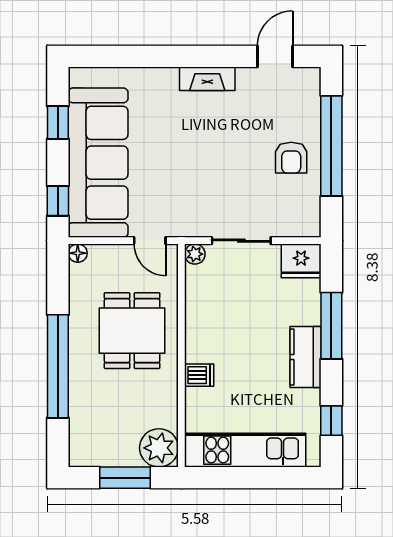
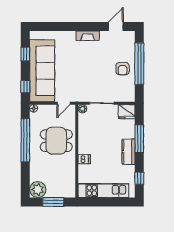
door: (150, 241) -> (64, 103), hinge flipped
dining table: (132, 331) -> (56, 141), turned 90
window: (58, 366) -> (25, 140), moved
plant: (159, 448) -> (38, 190), moved

